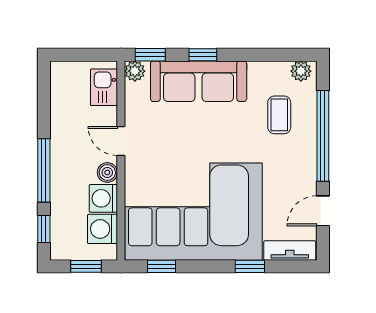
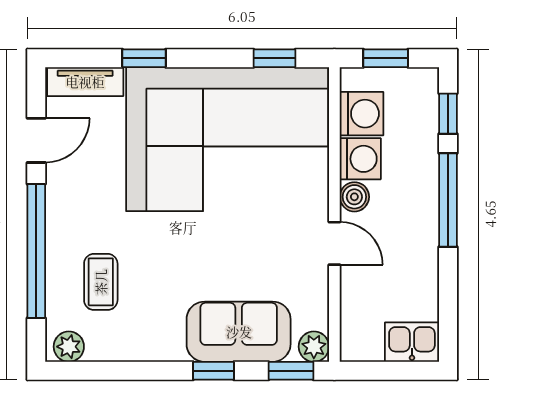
sofa: (199, 81) -> (239, 332), width x0.73
kitchen sink: (104, 87) -> (412, 342), moved, turned -90

